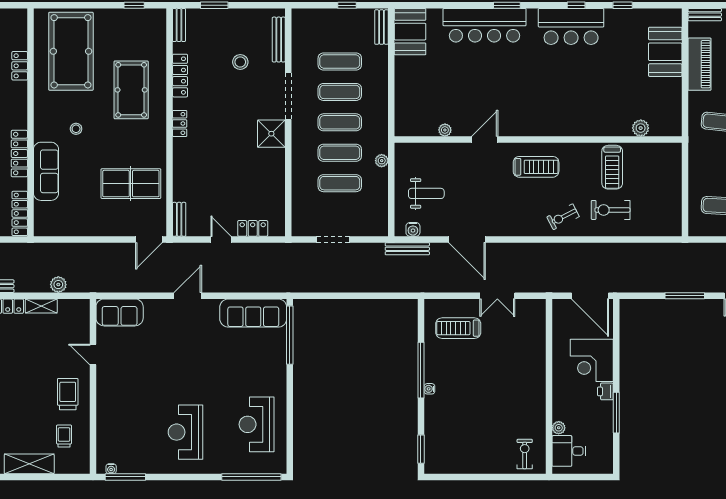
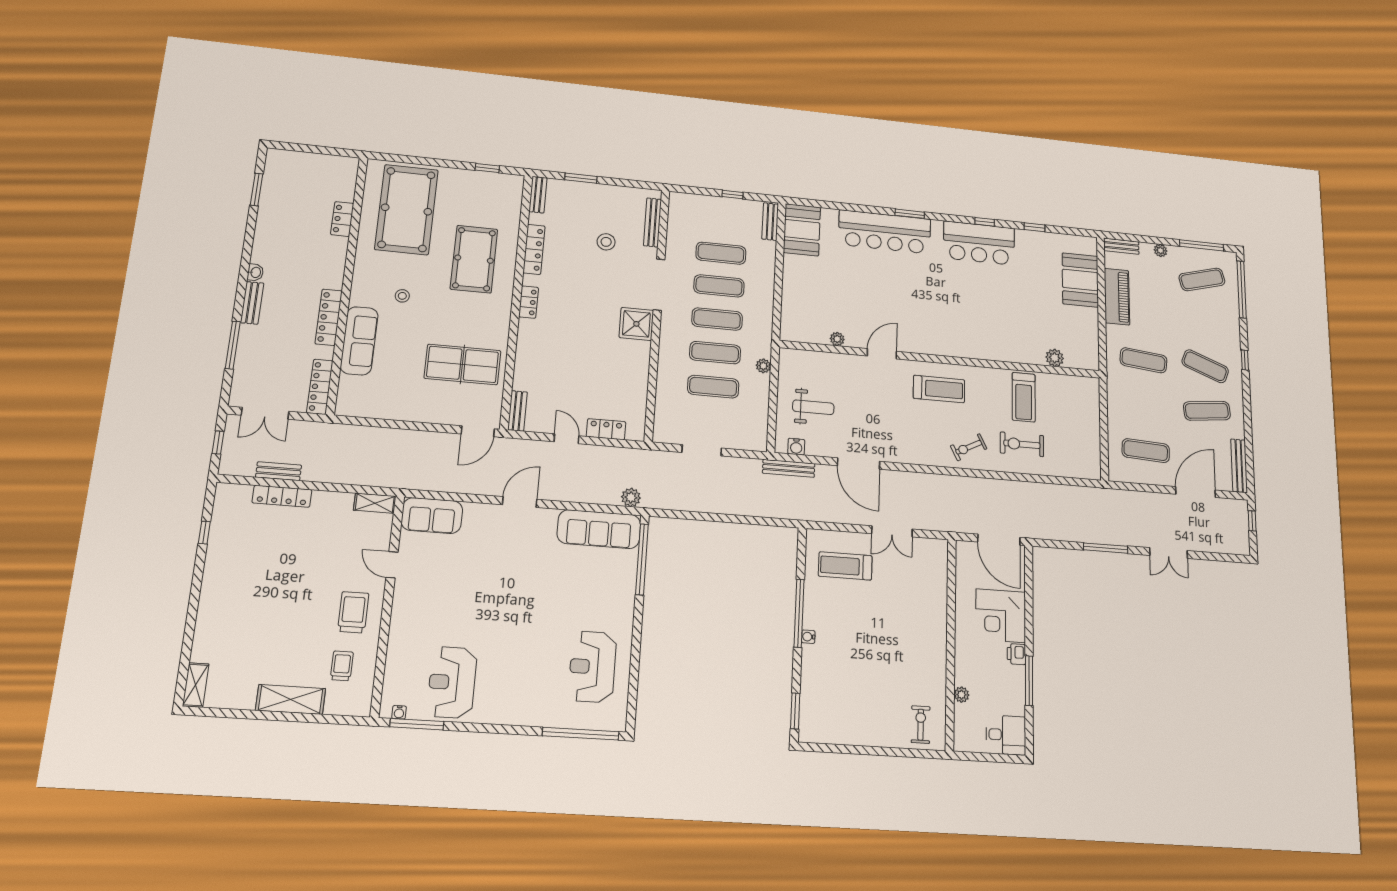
plant: (58, 285) -> (631, 497), moved
shelving: (41, 306) -> (375, 503), moved
reception desk: (185, 432) -> (452, 682), moved
desk: (569, 451) -> (1006, 735), moved, turned 180

